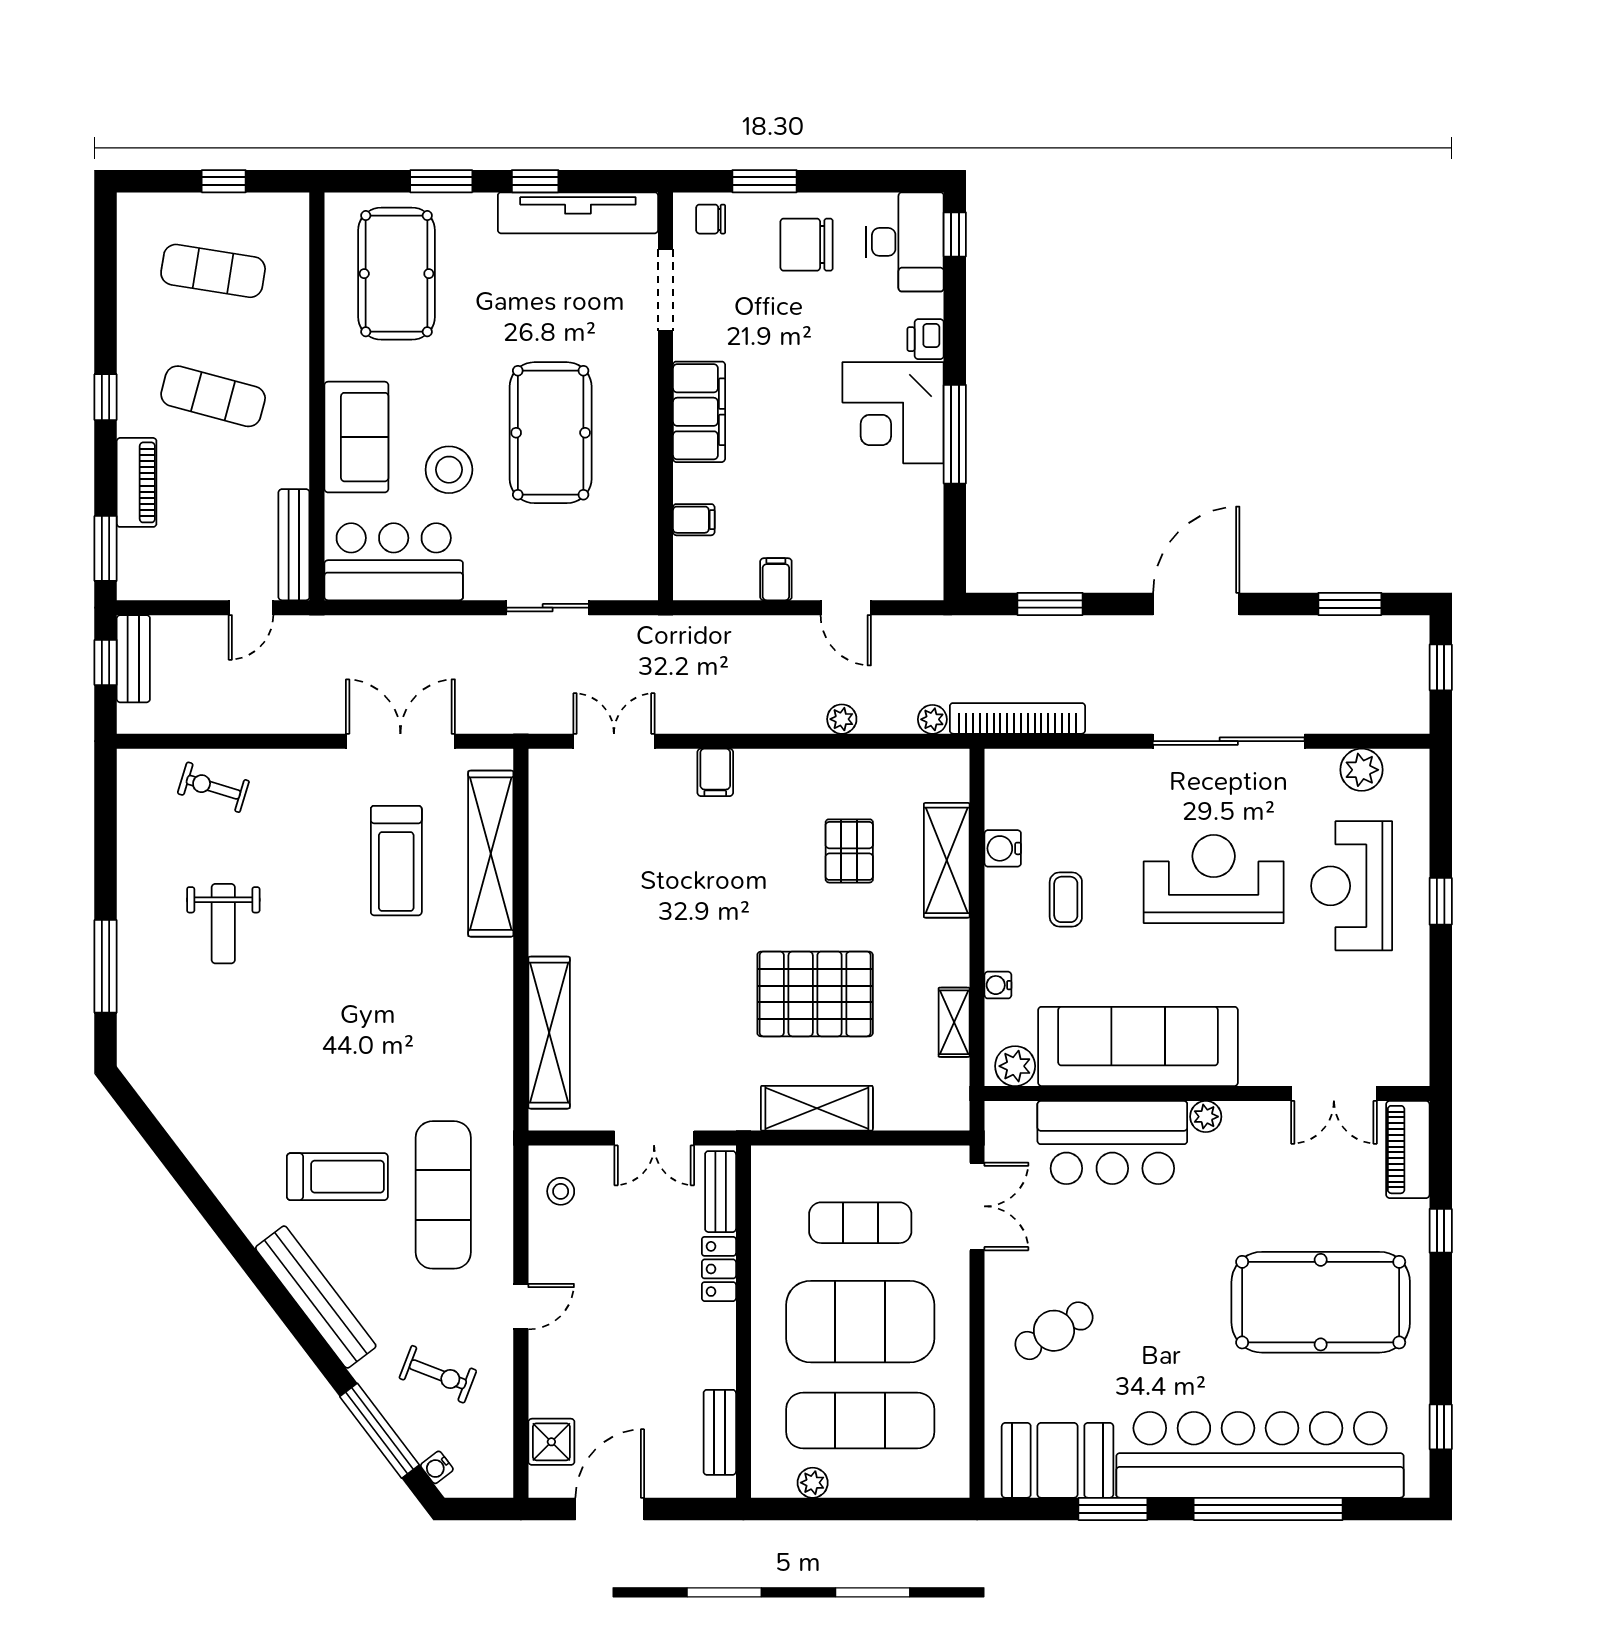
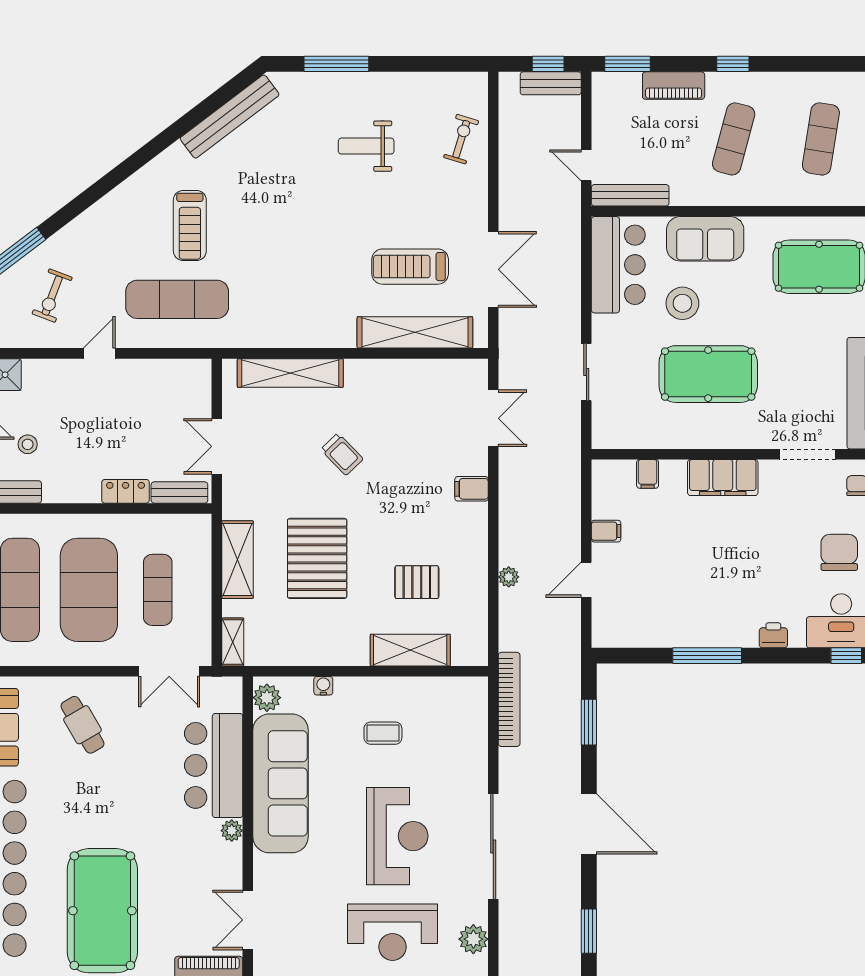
corner desk: (893, 413) -> (722, 613), removed
plant: (932, 719) -> (508, 640), removed
water cooler: (1003, 848) -> (419, 689), removed
reception desk: (1352, 886) -> (392, 932), turned 180
trolley: (666, 958) -> (342, 454), added
shelving: (954, 1022) -> (233, 642), moved, turned 90
stool: (561, 1191) -> (28, 444), moved
bench: (316, 1297) -> (230, 117), moved
door: (521, 1307) -> (99, 353), swing flipped

